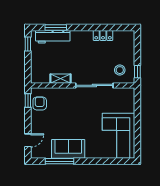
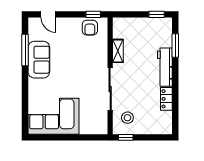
workbench: (53, 37) -> (165, 67), moved
armchair: (40, 103) -> (90, 28), turned 90

